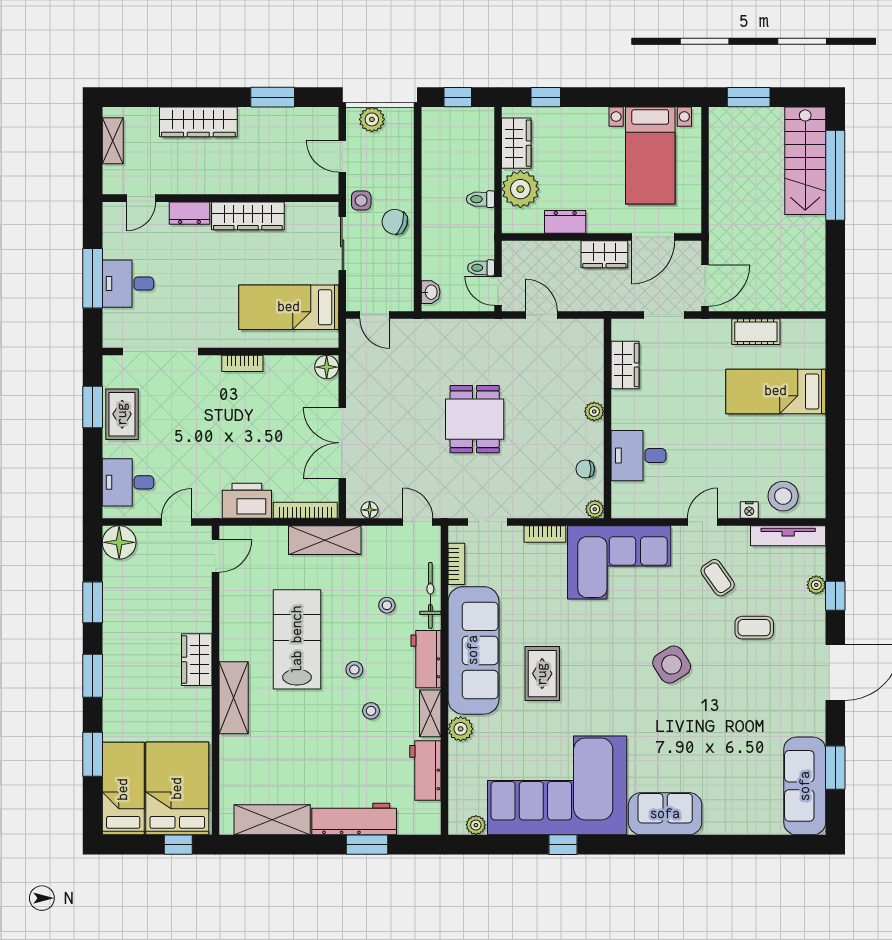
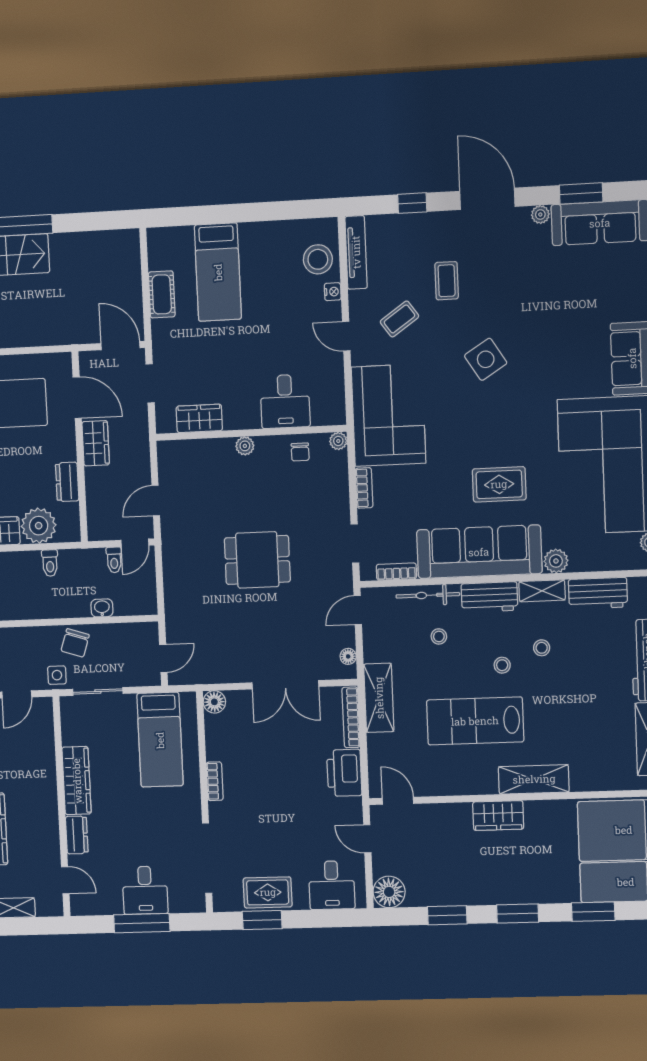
washbasin: (431, 292) -> (102, 608), moved
plant: (816, 585) -> (540, 215), moved

